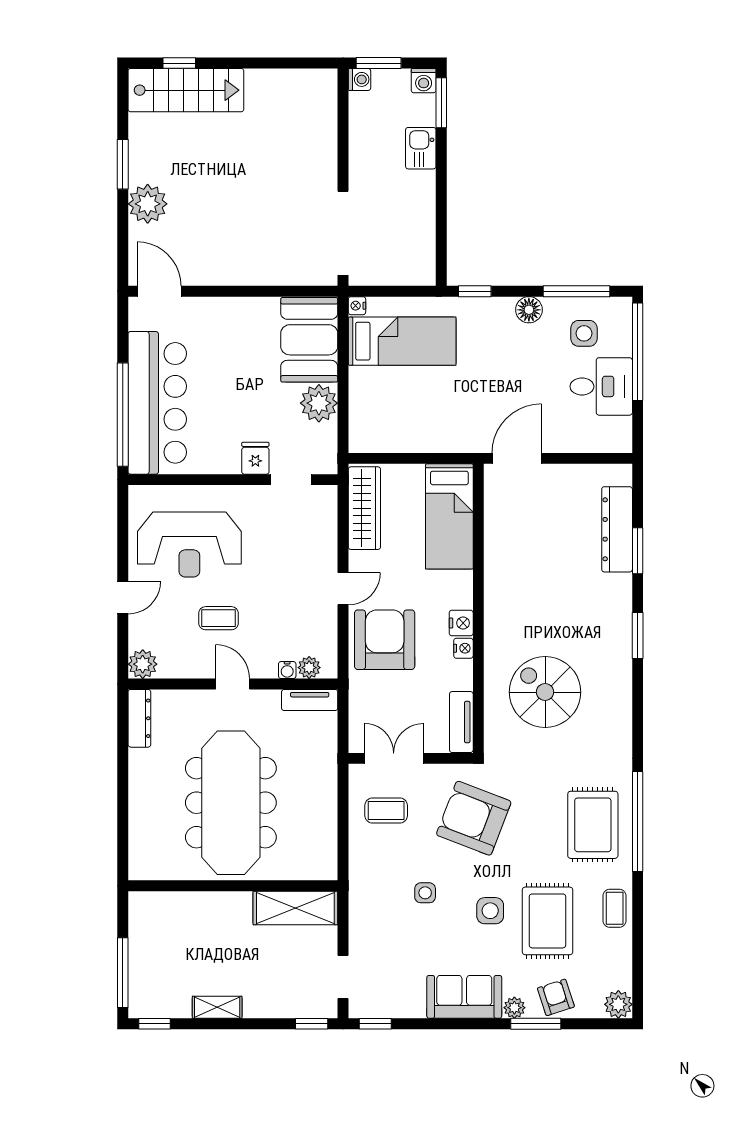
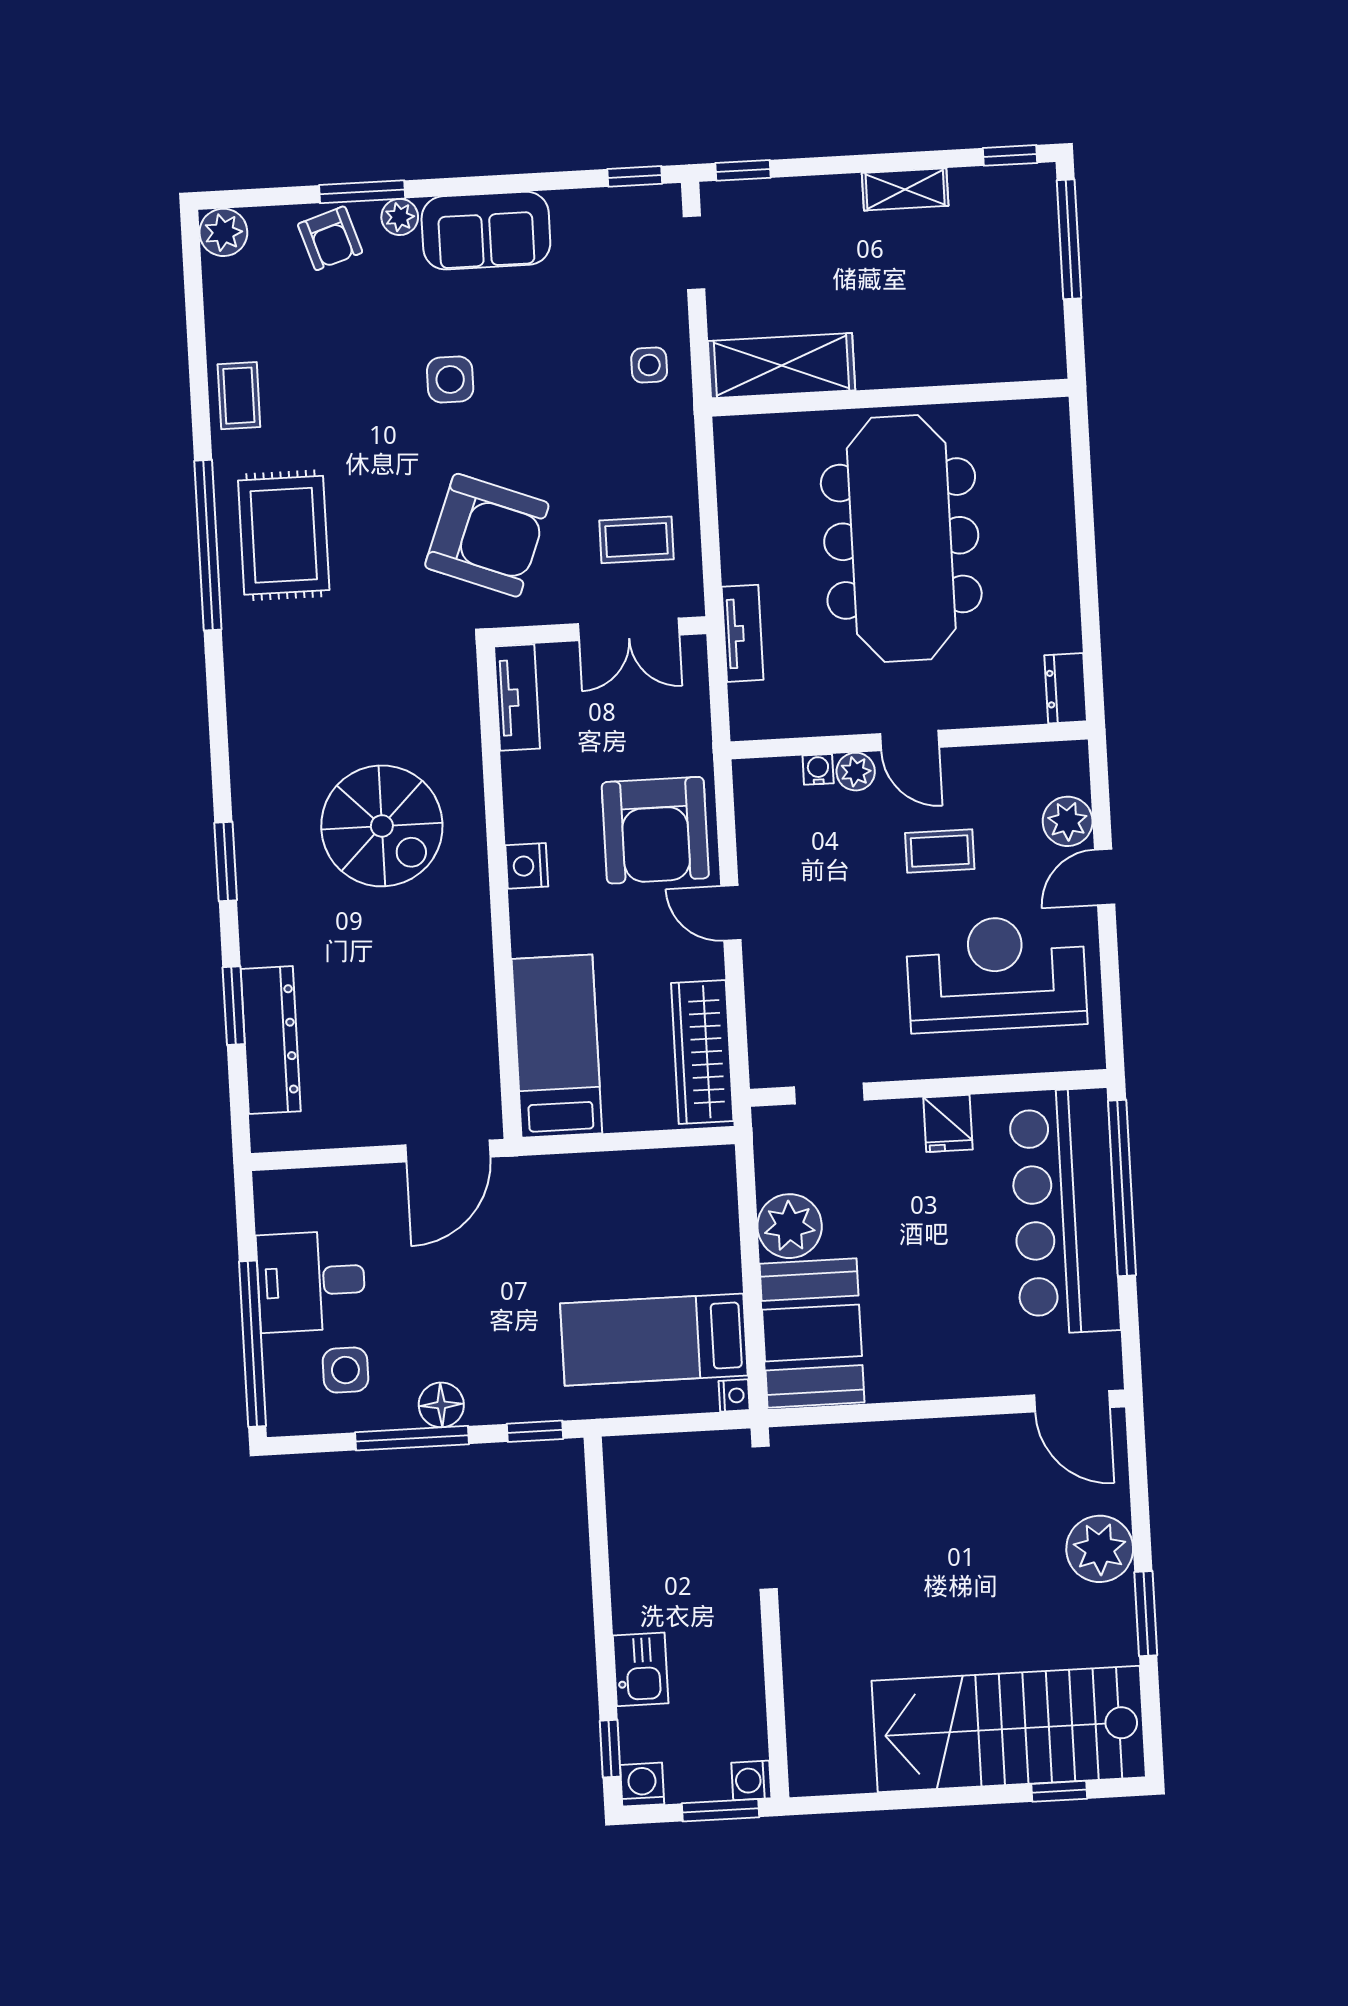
stairs: (186, 90) -> (1009, 1729), width x1.36, depth x1.51
window: (441, 103) -> (610, 1749), width x0.67
window: (576, 291) -> (412, 1438), moved
fridge: (255, 458) -> (948, 1123), moved
door: (343, 589) -> (731, 913), hinge flipped
nightstand: (463, 648) -> (521, 823), removed
plant: (143, 664) -> (1068, 821), moved
plant: (309, 668) -> (856, 772), moved
spiral stairs: (545, 692) -> (382, 826), moved
tv unit: (310, 700) -> (743, 633), moved, turned 90
dresser: (139, 718) -> (1066, 688), width x0.70
side table: (425, 893) -> (649, 365), moved
rug: (548, 921) -> (352, 368), removed

